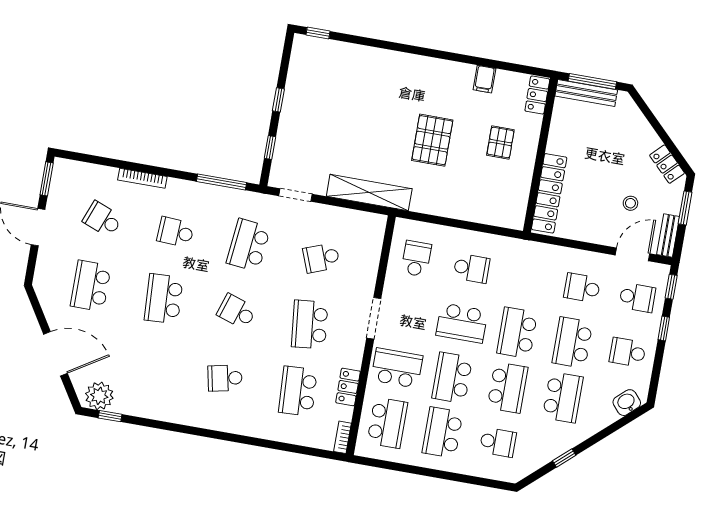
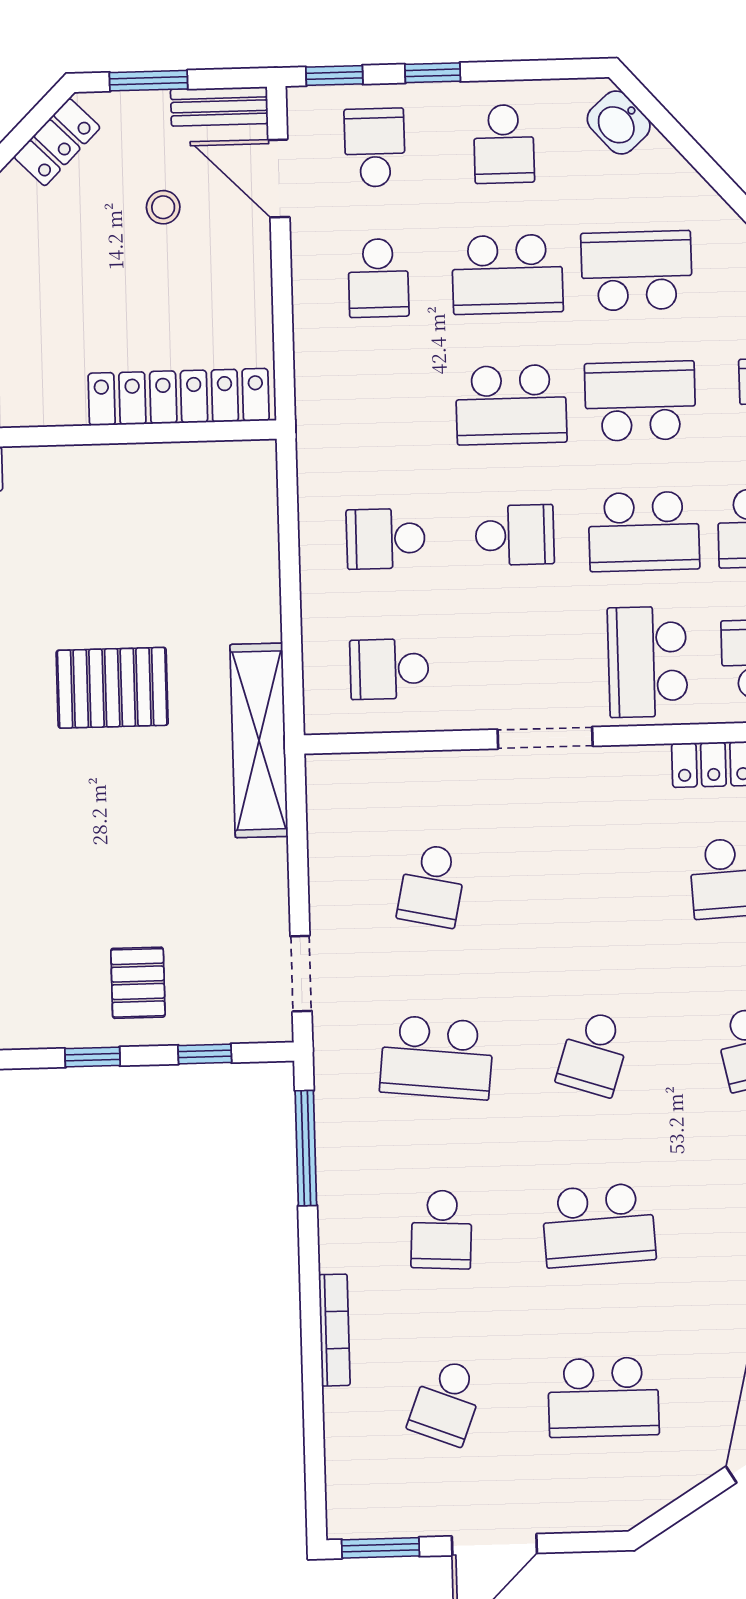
pallet: (500, 142) -> (138, 983), moved, turned 90
shelving: (369, 192) -> (259, 740), moved
school desk: (321, 258) -> (432, 885), turned 33
school desk: (472, 268) -> (386, 539), turned -90
school desk: (462, 323) -> (515, 535), width x0.54
school desk: (310, 324) -> (589, 881), removed

